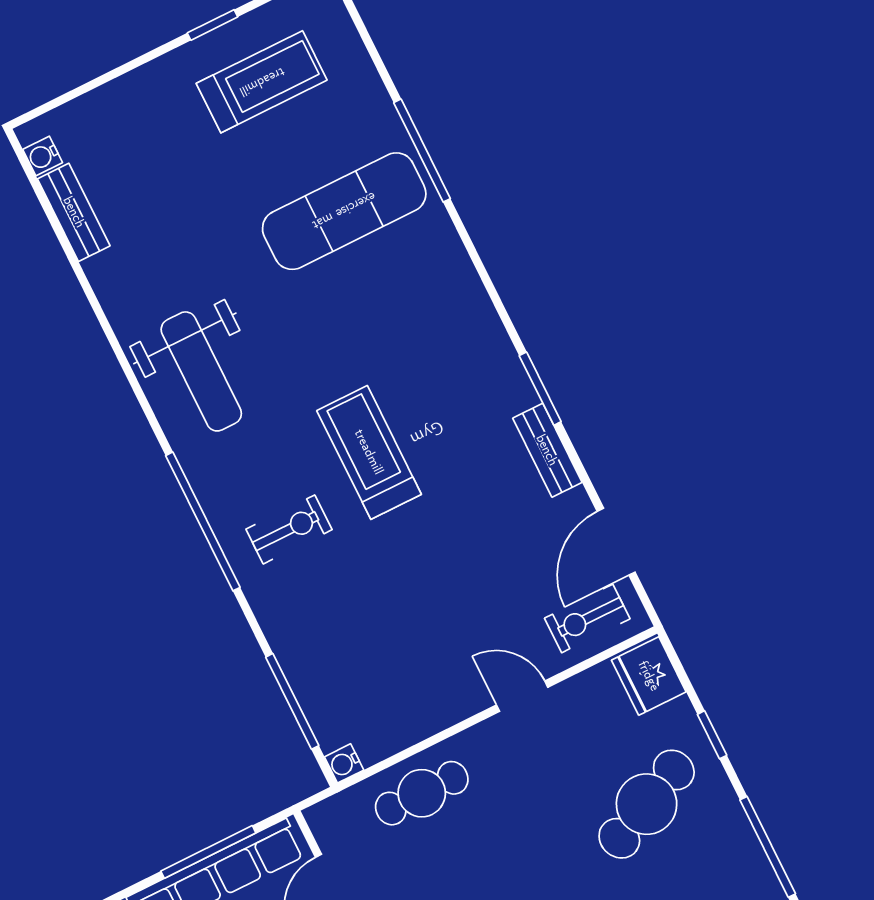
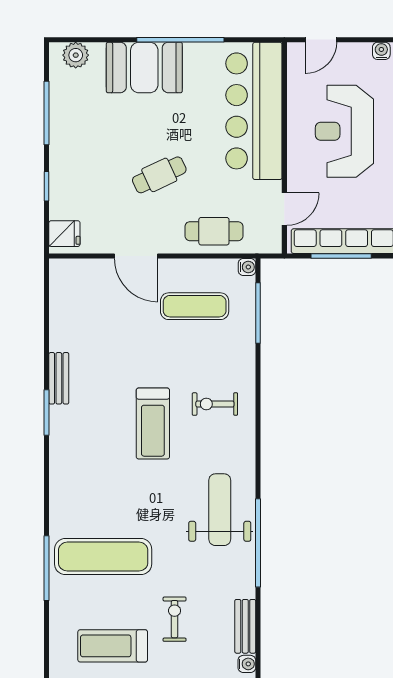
window: (203, 521) -> (258, 543), moved
door: (616, 542) -> (47, 312), removed
exercise bike: (587, 618) -> (175, 619), moved, turned -90
exercise mat: (394, 664) -> (195, 306), added
fridge: (649, 676) -> (64, 234), width x0.72
door: (522, 696) -> (136, 256), width x1.38
cafe table: (647, 804) -> (159, 175), moved, width x0.73, depth x0.74

